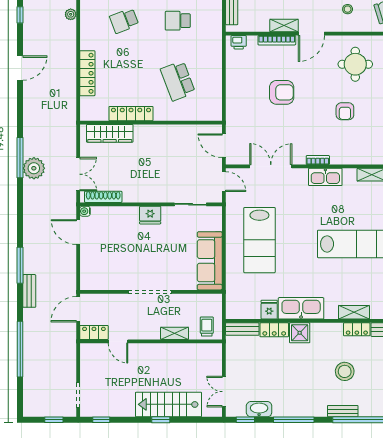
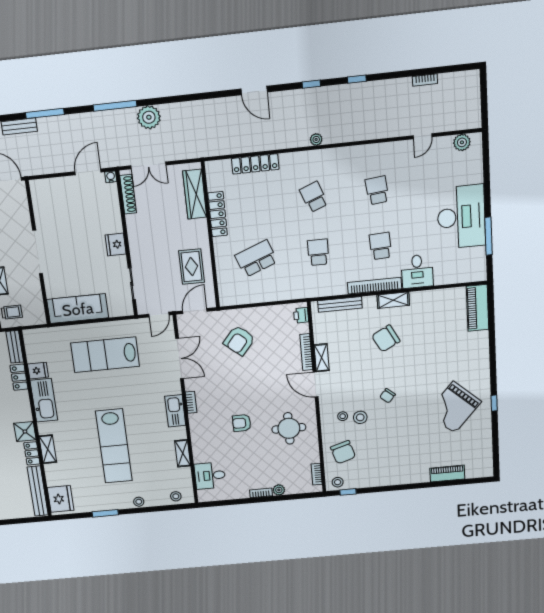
armchair: (282, 92) -> (239, 341), moved, turned 40
rug: (179, 144) -> (192, 267), added
window: (20, 158) -> (115, 106), moved
shower: (300, 333) -> (25, 431), moved

